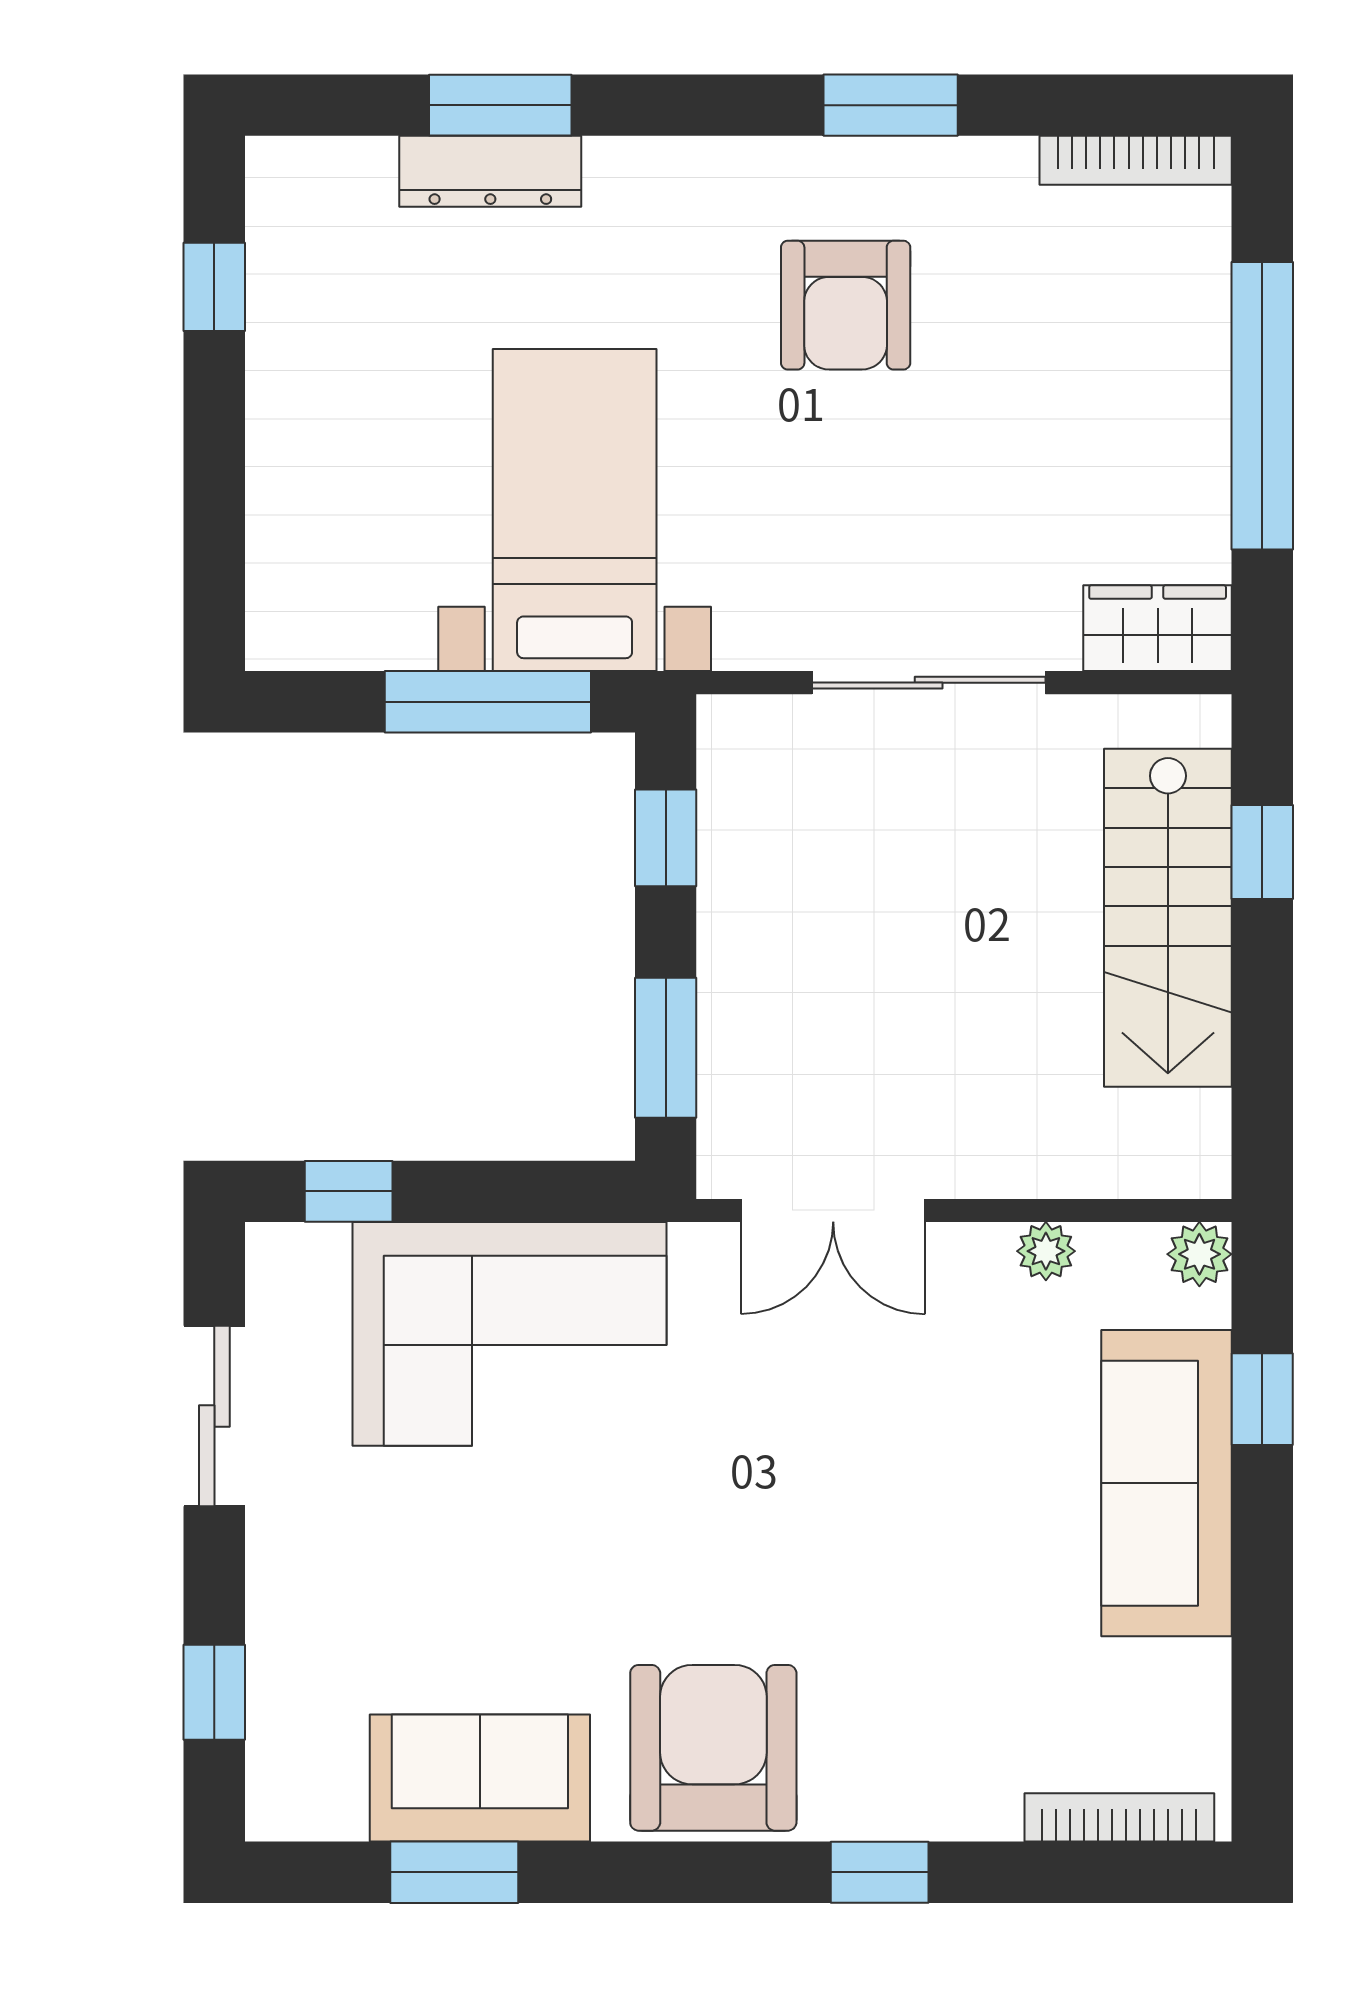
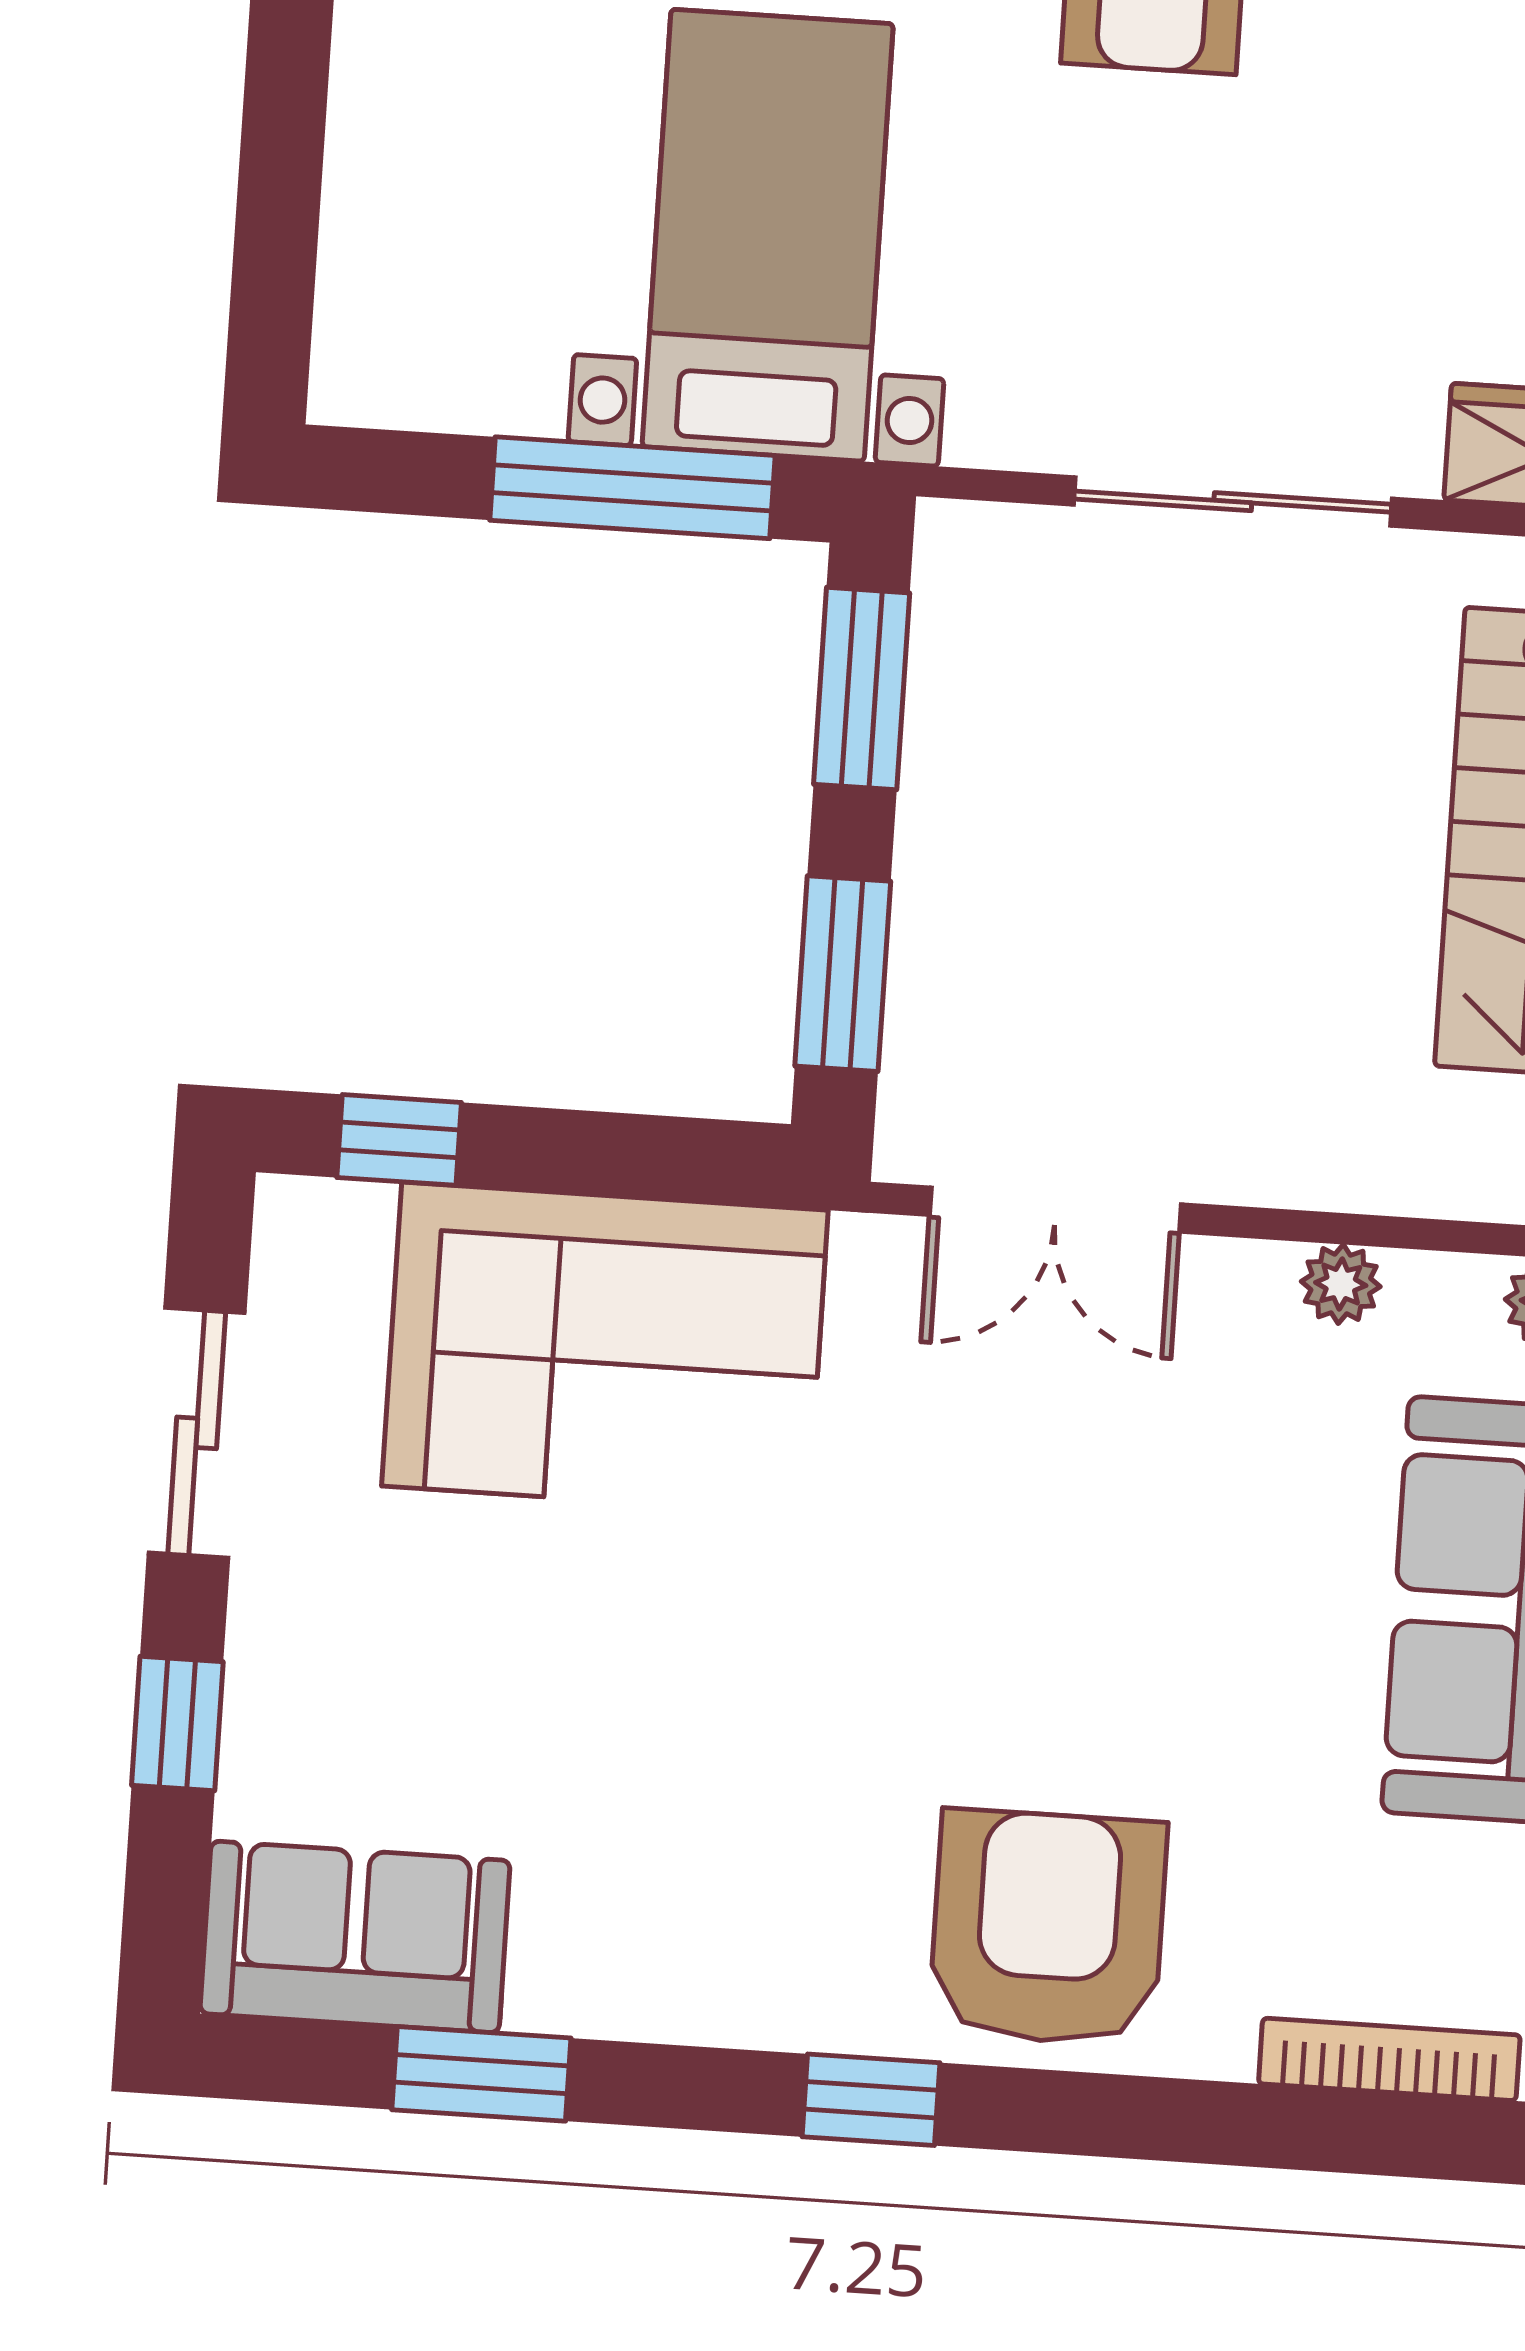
window: (666, 838) -> (862, 689), width x1.50
window: (214, 1692) -> (177, 1723), moved
armchair: (713, 1748) -> (1048, 1928), moved
sofa: (480, 1778) -> (355, 1937), moved
window: (880, 1872) -> (871, 2100), moved

